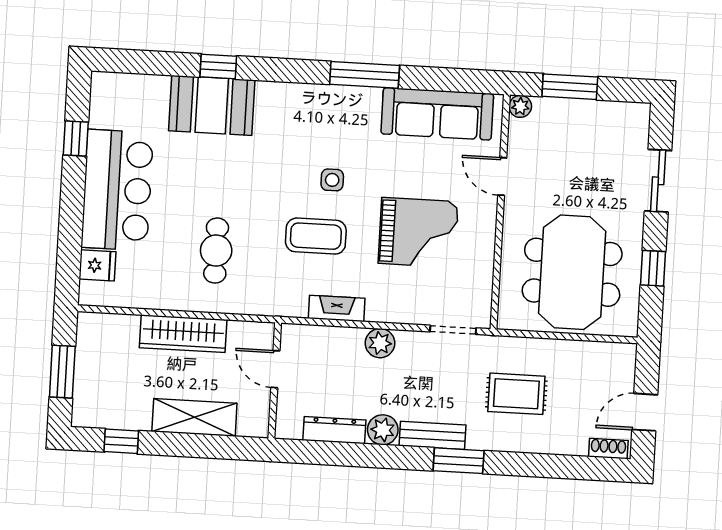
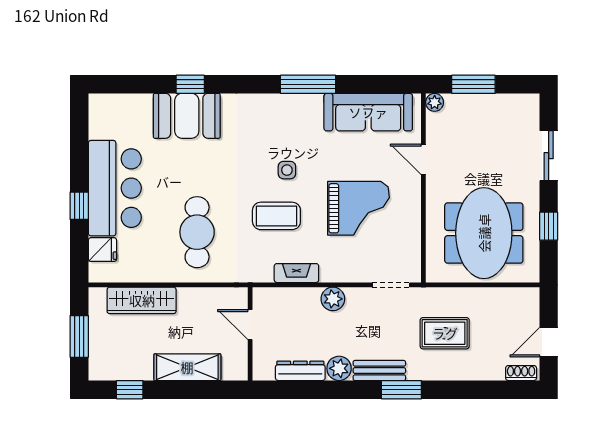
window: (76, 139) -> (79, 206), moved
cafe table: (216, 251) -> (197, 232), width x1.37, depth x1.35
wardrobe: (183, 334) -> (142, 300), moved

